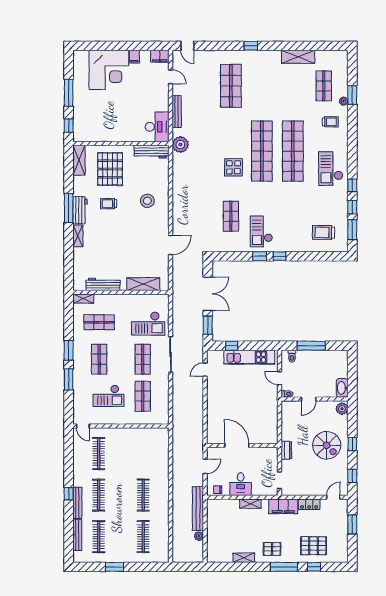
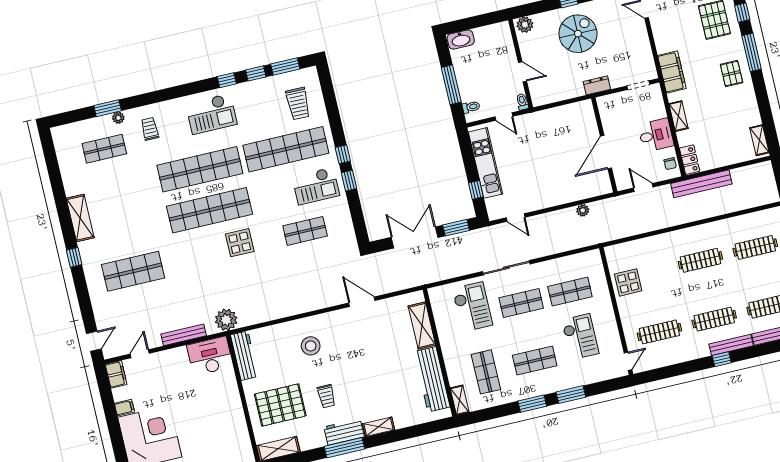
shelving: (298, 57) -> (80, 218), moved
shop shelf: (293, 216) -> (286, 149), added
workbench: (103, 284) -> (432, 379), width x1.36, depth x1.32
door: (279, 378) -> (504, 117), hinge flipped
washbasin: (342, 388) -> (461, 40), moved
display table: (139, 439) -> (628, 282), added
locker: (309, 504) -> (690, 160), moved
plant: (199, 536) -> (583, 210), moved
shelving: (244, 558) -> (759, 140), moved

